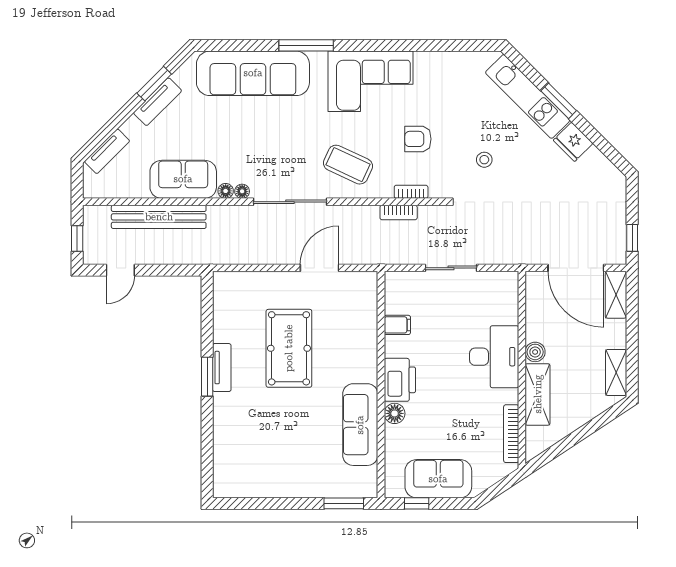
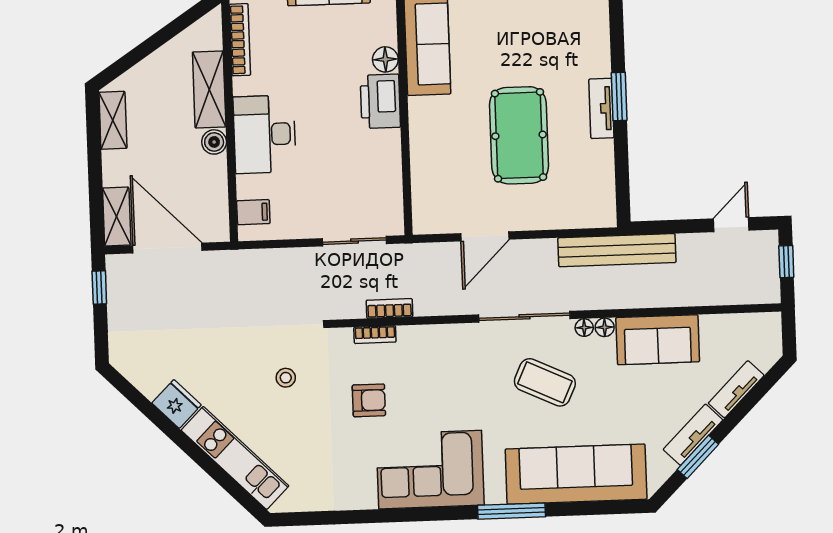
window: (559, 101) -> (196, 454), removed
tv unit: (107, 151) -> (736, 389), moved
coffee table: (348, 165) -> (545, 382), moved
bench: (159, 217) -> (617, 250), moved
sliding door: (451, 268) -> (355, 241), moved
filing cabinet: (397, 325) -> (253, 212), moved, turned 180

